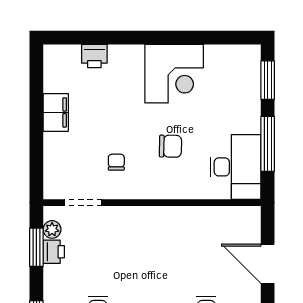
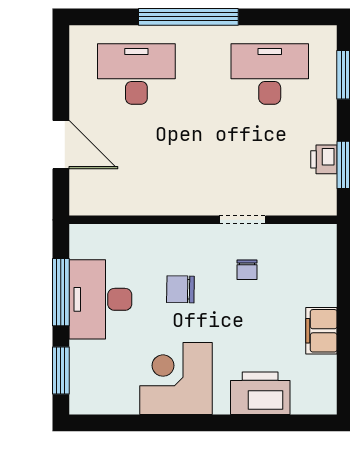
printer: (94, 56) -> (260, 393), width x1.87, depth x1.48
desk: (236, 167) -> (100, 299), moved
doorway: (83, 203) -> (243, 220), moved
plant: (52, 229) -> (326, 187), removed

